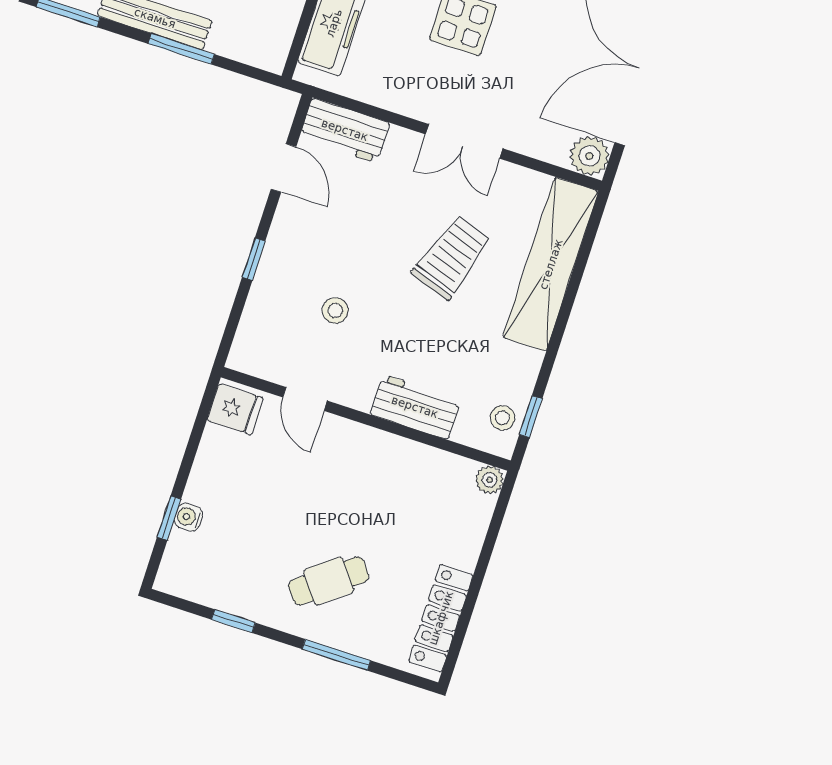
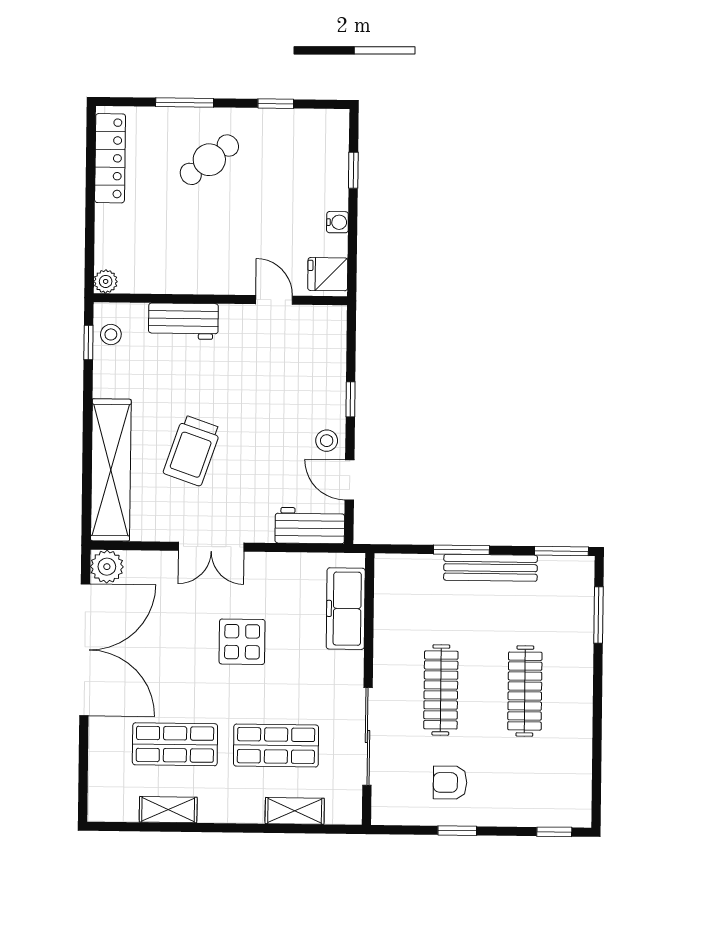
double door: (464, 141) -> (211, 547), swing flipped
stool: (335, 311) -> (327, 441), moved
water cooler: (188, 517) -> (337, 222), moved

